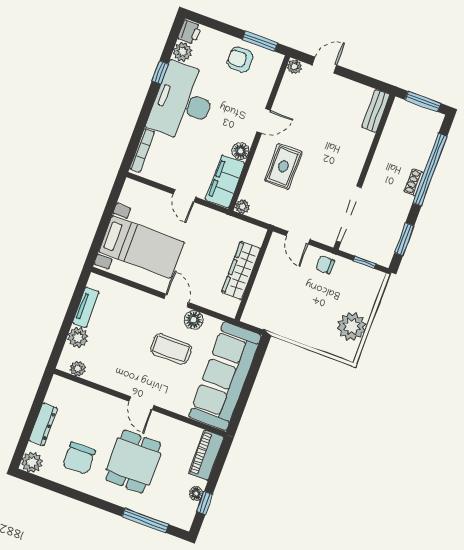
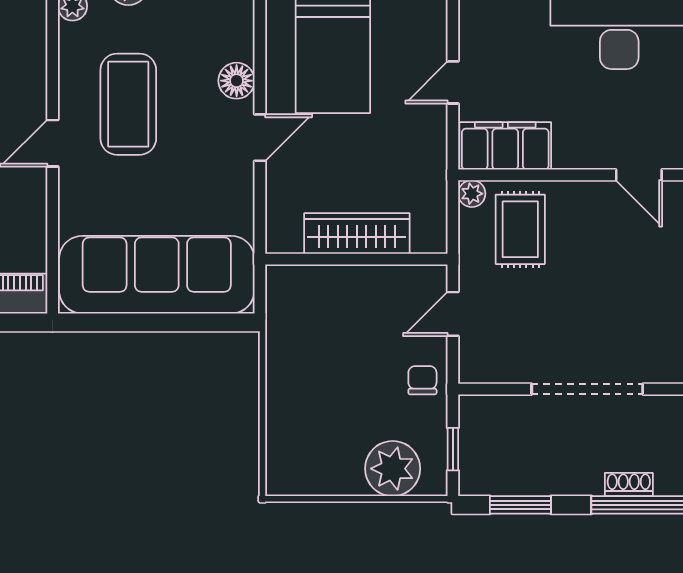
floor lamp: (241, 151) -> (570, 153), removed
rug: (283, 166) -> (520, 229), moved, turned 90
doorway: (349, 214) -> (587, 389), moved
floor lamp: (194, 320) -> (237, 81), moved
plant: (352, 326) -> (393, 469), moved
coffee table: (171, 349) -> (128, 104), moved, width x1.36, depth x1.32

